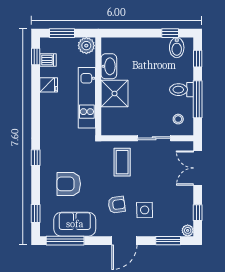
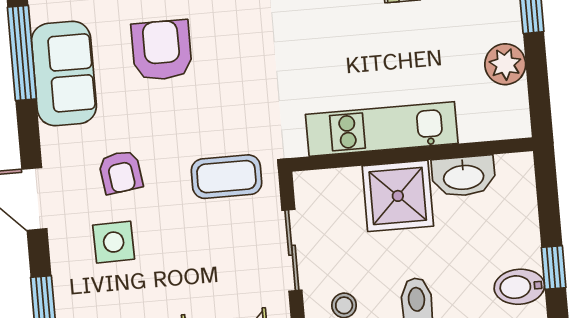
washbasin: (109, 66) -> (464, 176), moved
wall: (98, 86) -> (412, 154), moved
shower: (115, 94) -> (398, 196), moved
kitchen unit: (87, 98) -> (382, 129), moved

